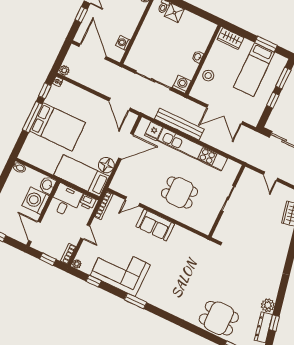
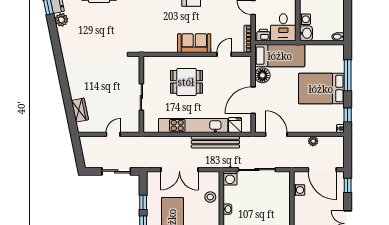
window: (81, 14) -> (348, 185), moved
plant: (64, 70) -> (313, 141), moved
double door: (225, 114) -> (179, 170), swing flipped
window: (32, 117) -> (348, 75), moved
door: (271, 176) -> (113, 134), hinge flipped
washing machine: (36, 201) -> (305, 19), width x0.53, depth x0.53

